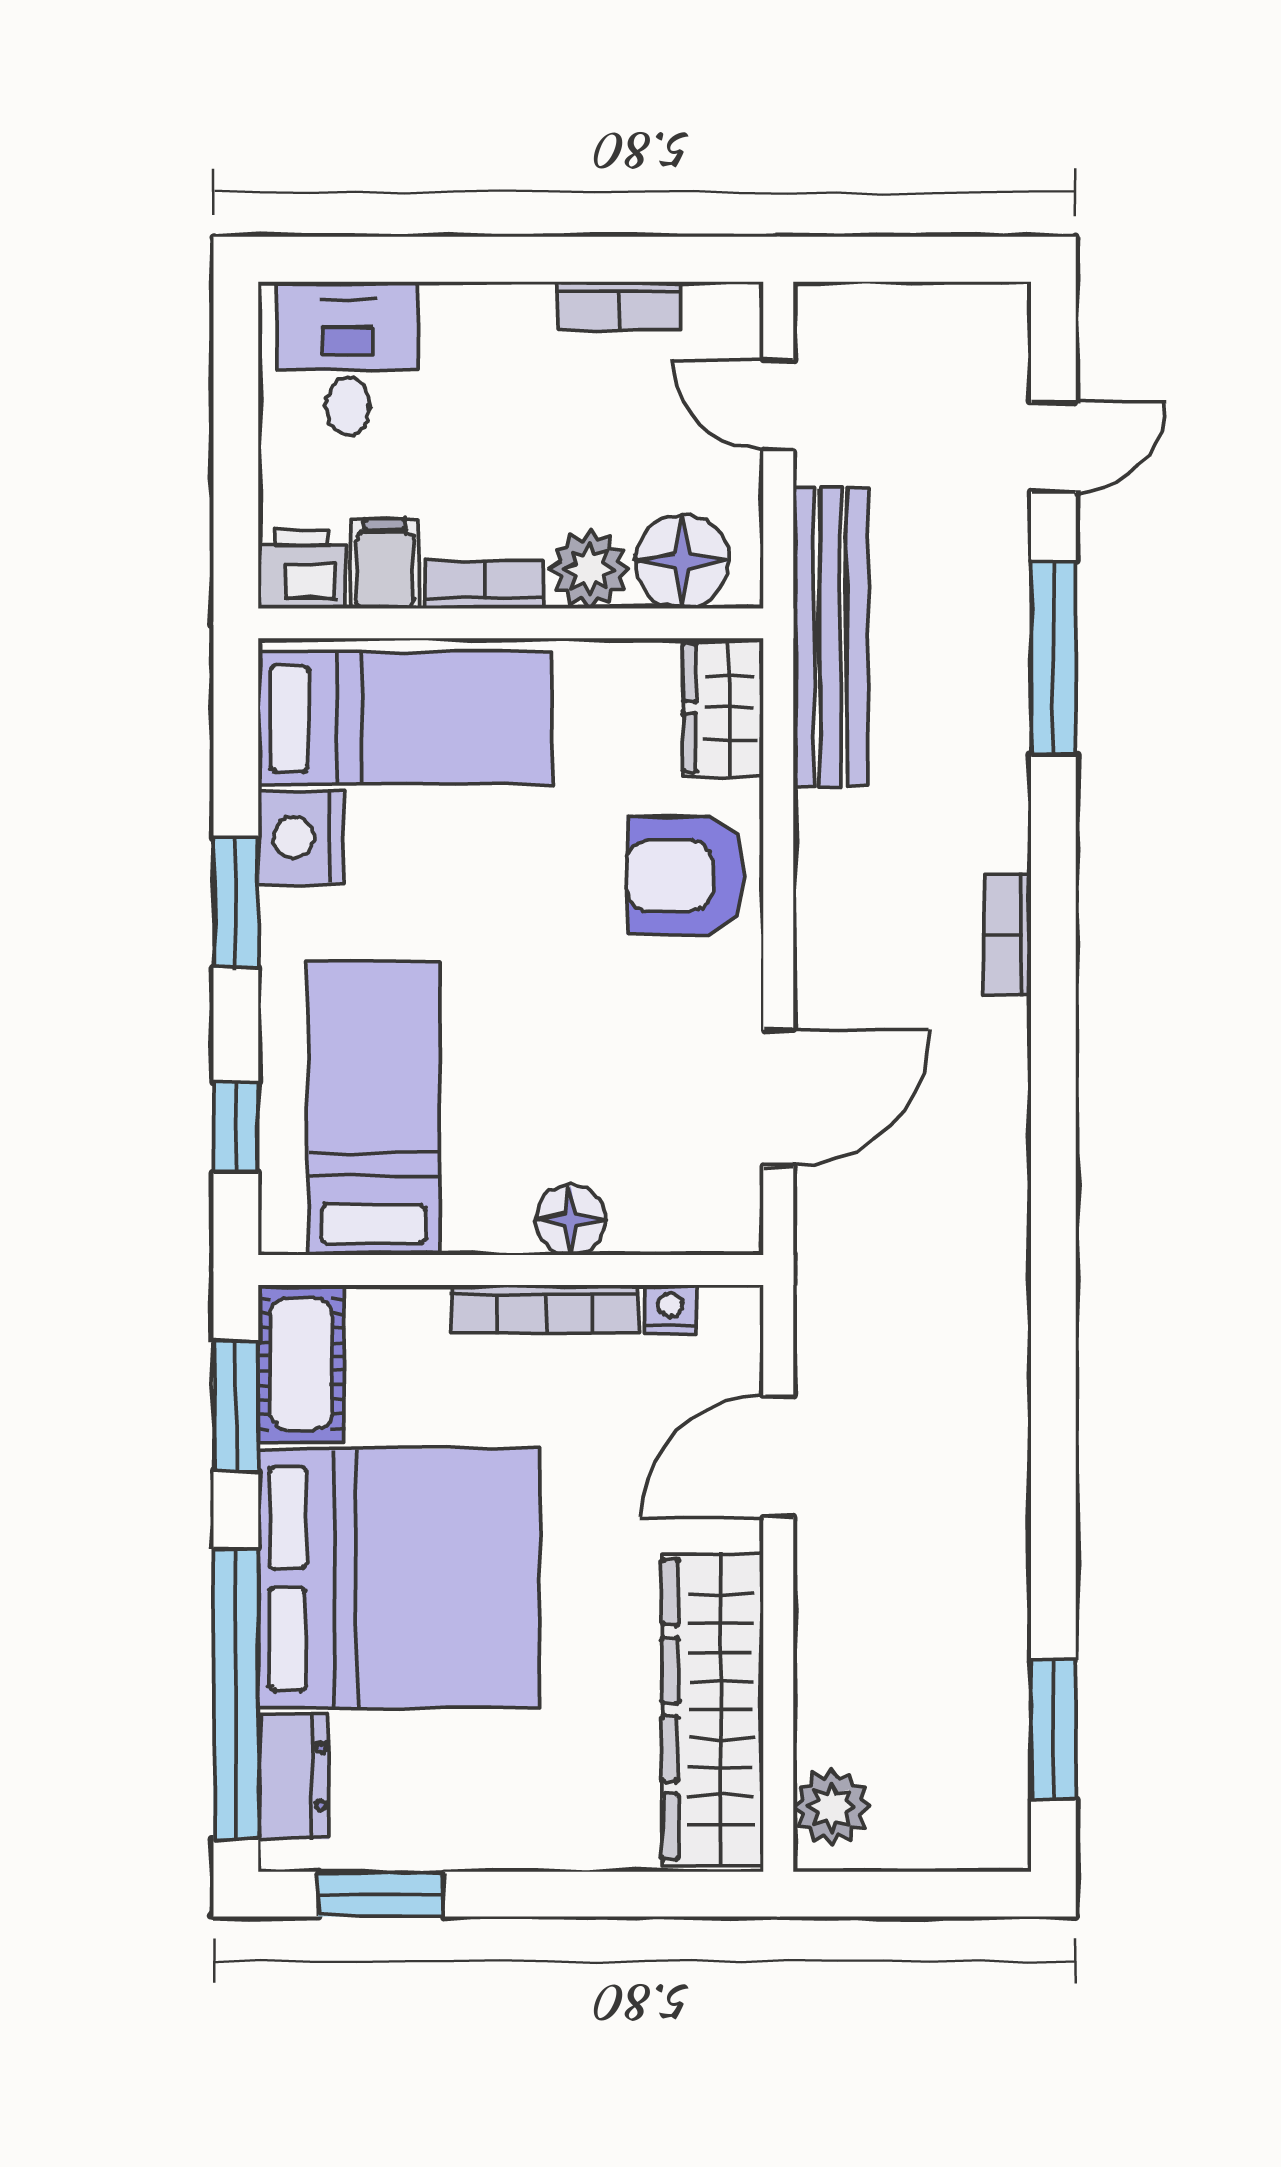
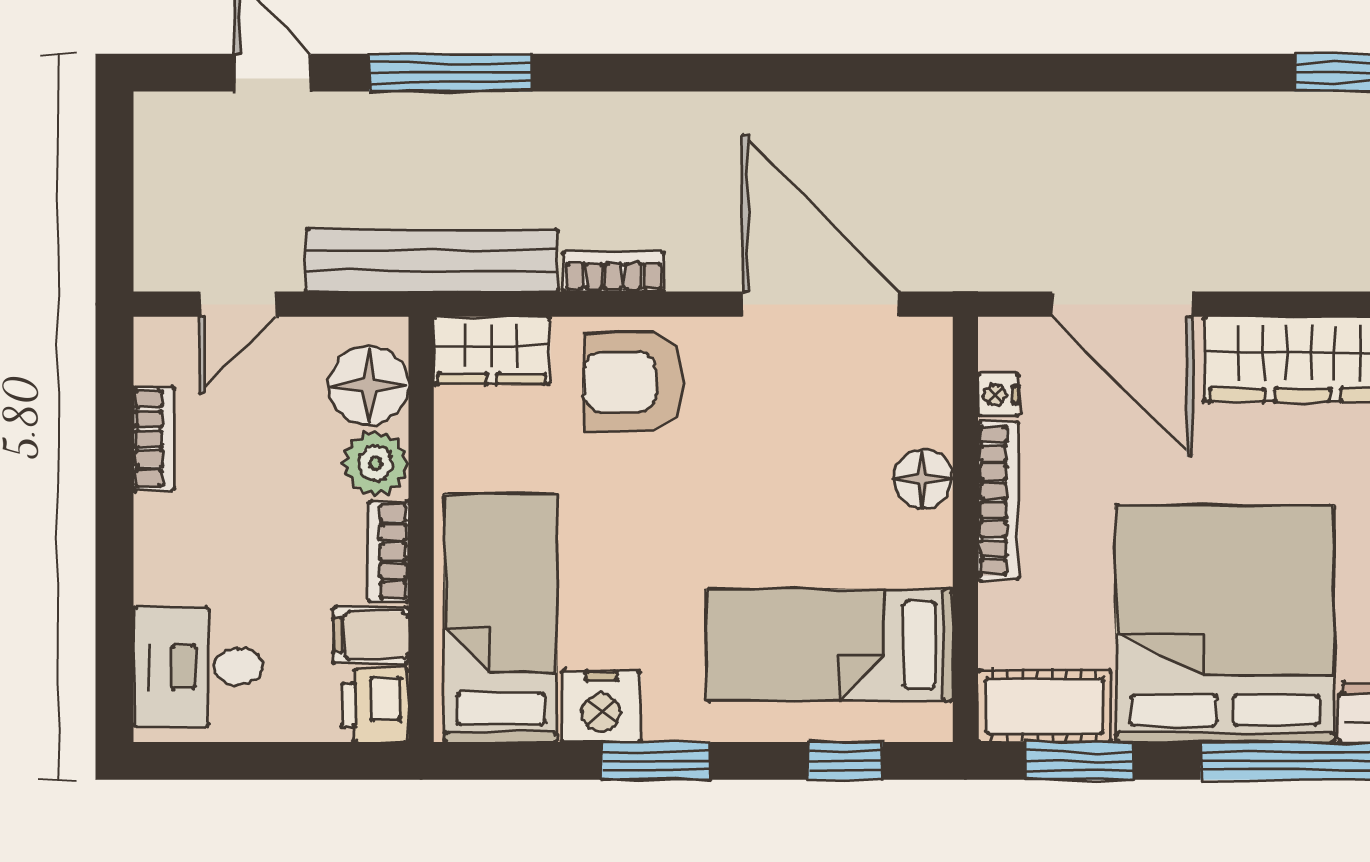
armchair: (686, 876) -> (633, 382), turned 90
bookcase: (1007, 935) -> (614, 271), moved, turned 180
door: (778, 1098) -> (821, 304), width x1.36
door: (778, 1456) -> (1122, 304), width x1.36

